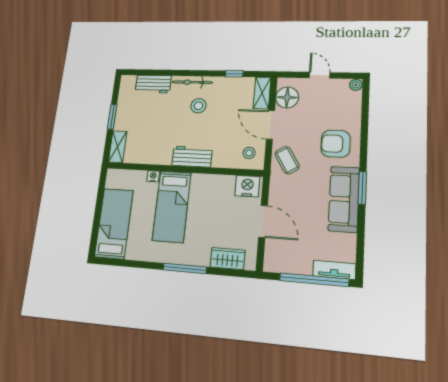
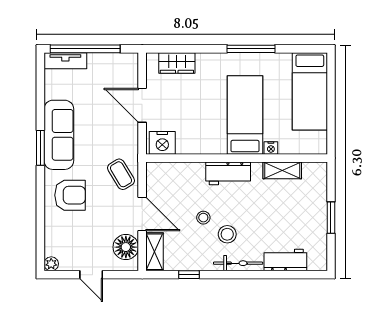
shelving: (118, 147) -> (282, 170), moved, turned 90
stool: (249, 153) -> (203, 218), moved
window: (185, 268) -> (251, 49), moved

